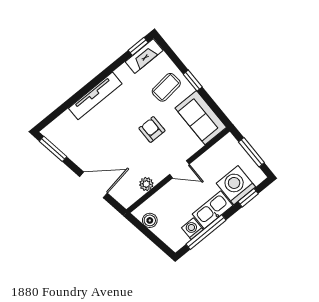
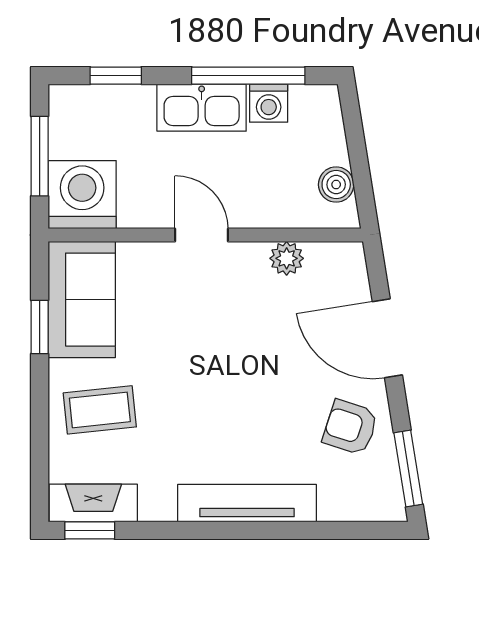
window: (193, 81) -> (40, 327), moved
armchair: (152, 129) -> (350, 427), moved, turned 108
washing machine: (236, 185) -> (82, 195), moved, turned 180

